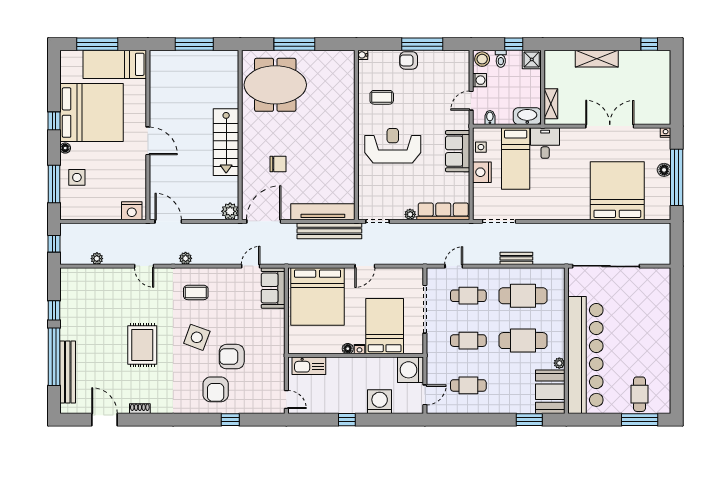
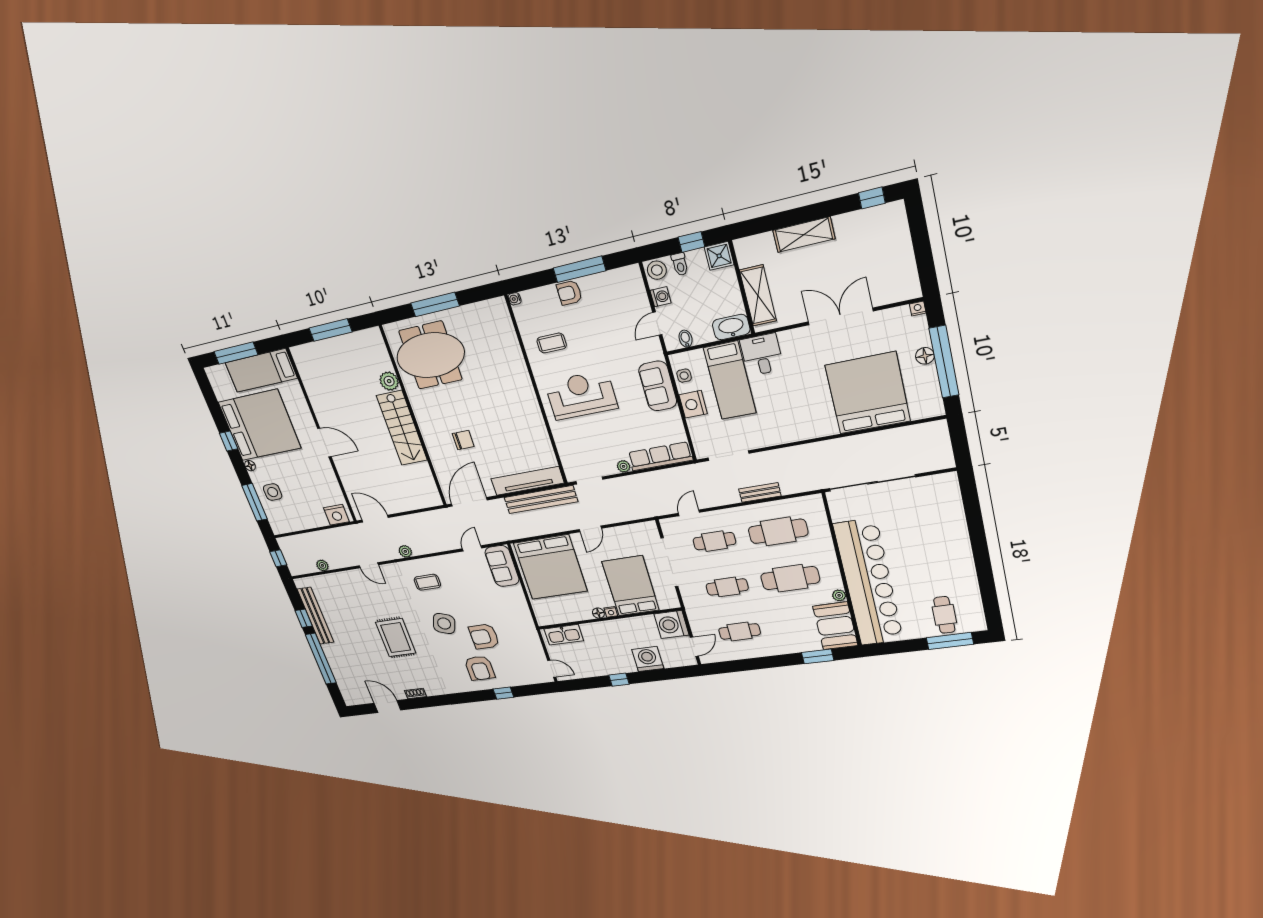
shelving: (551, 104) -> (758, 296), width x1.50, depth x1.33
plant: (230, 211) -> (389, 381), moved
bench: (68, 372) -> (315, 616), moved

